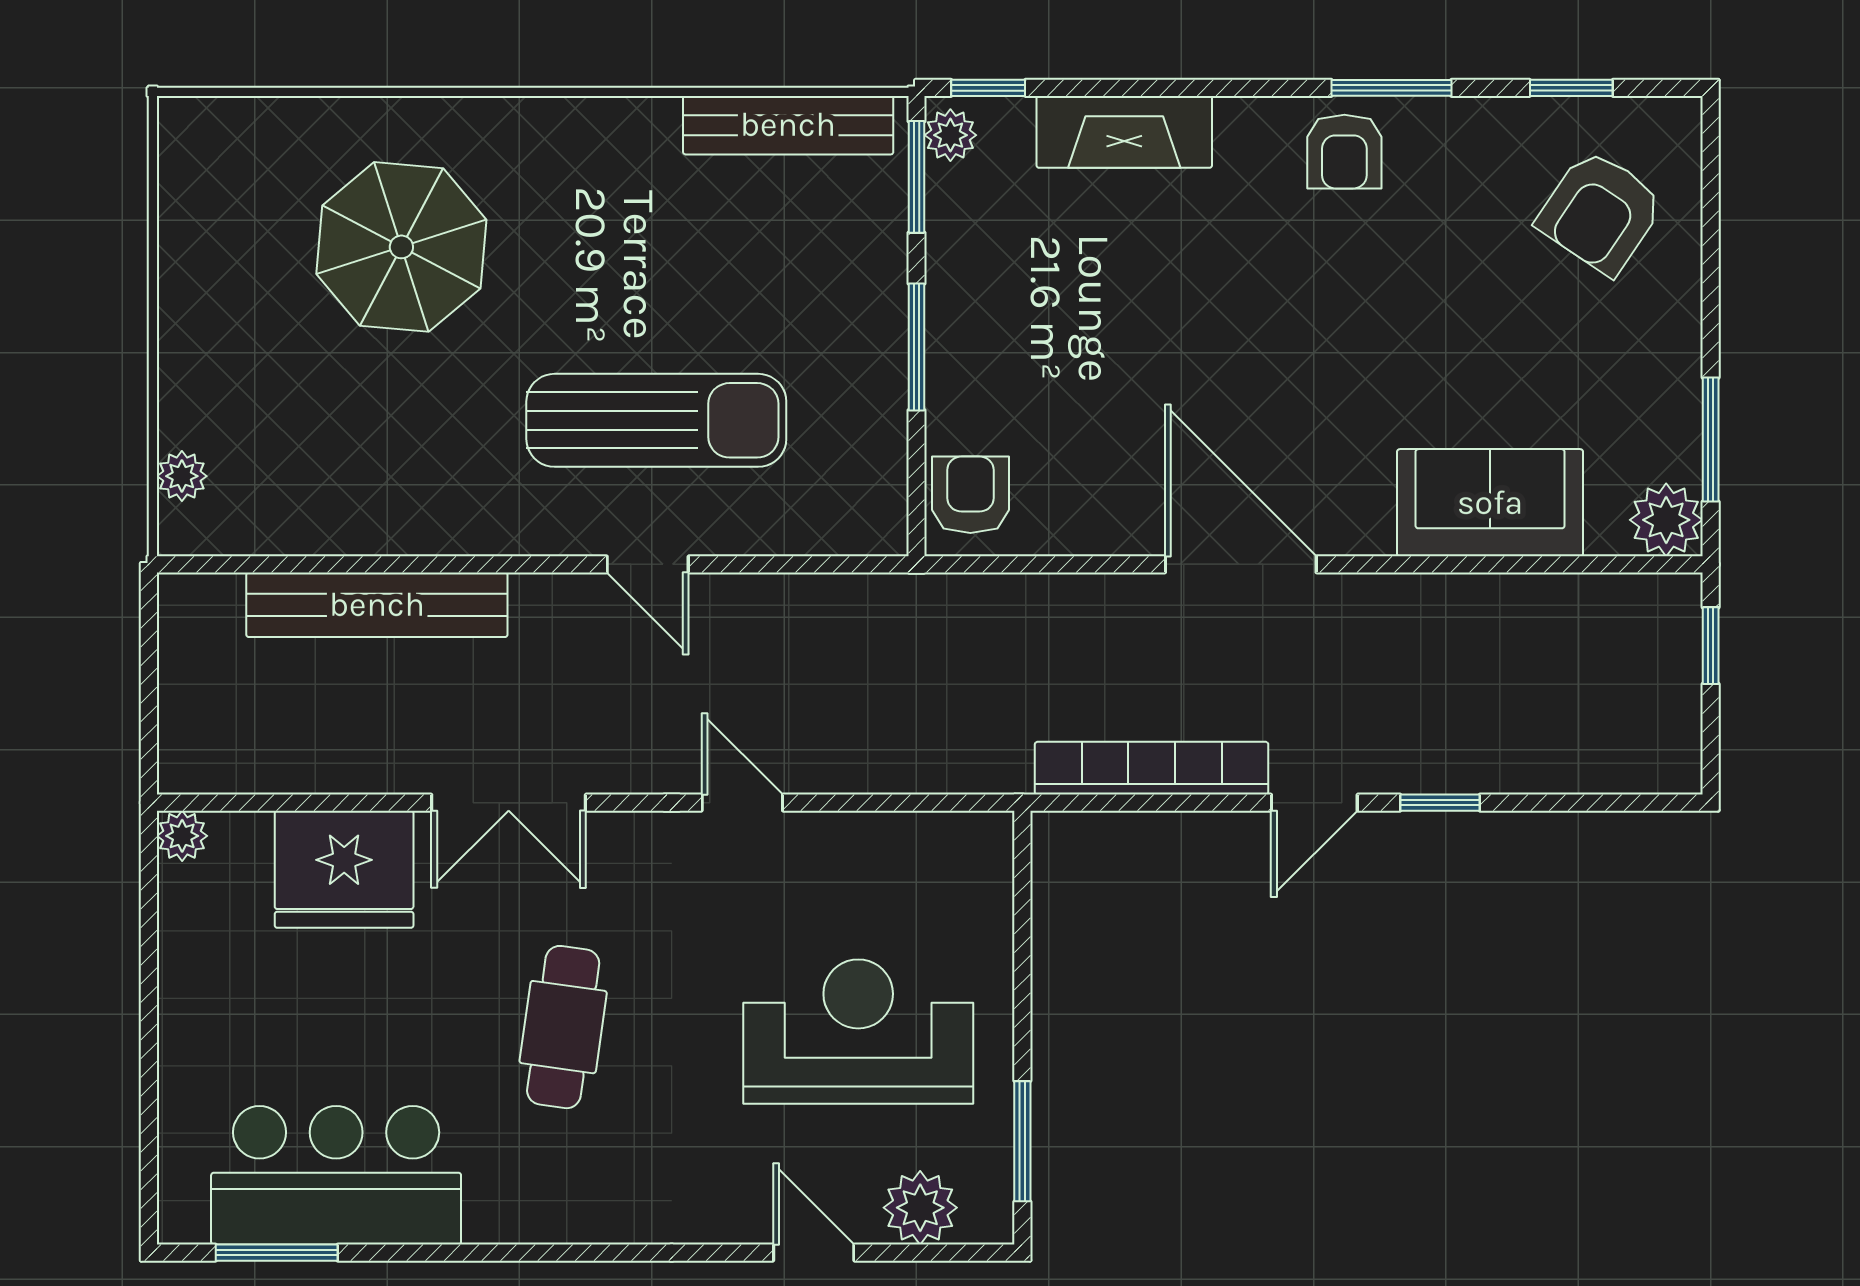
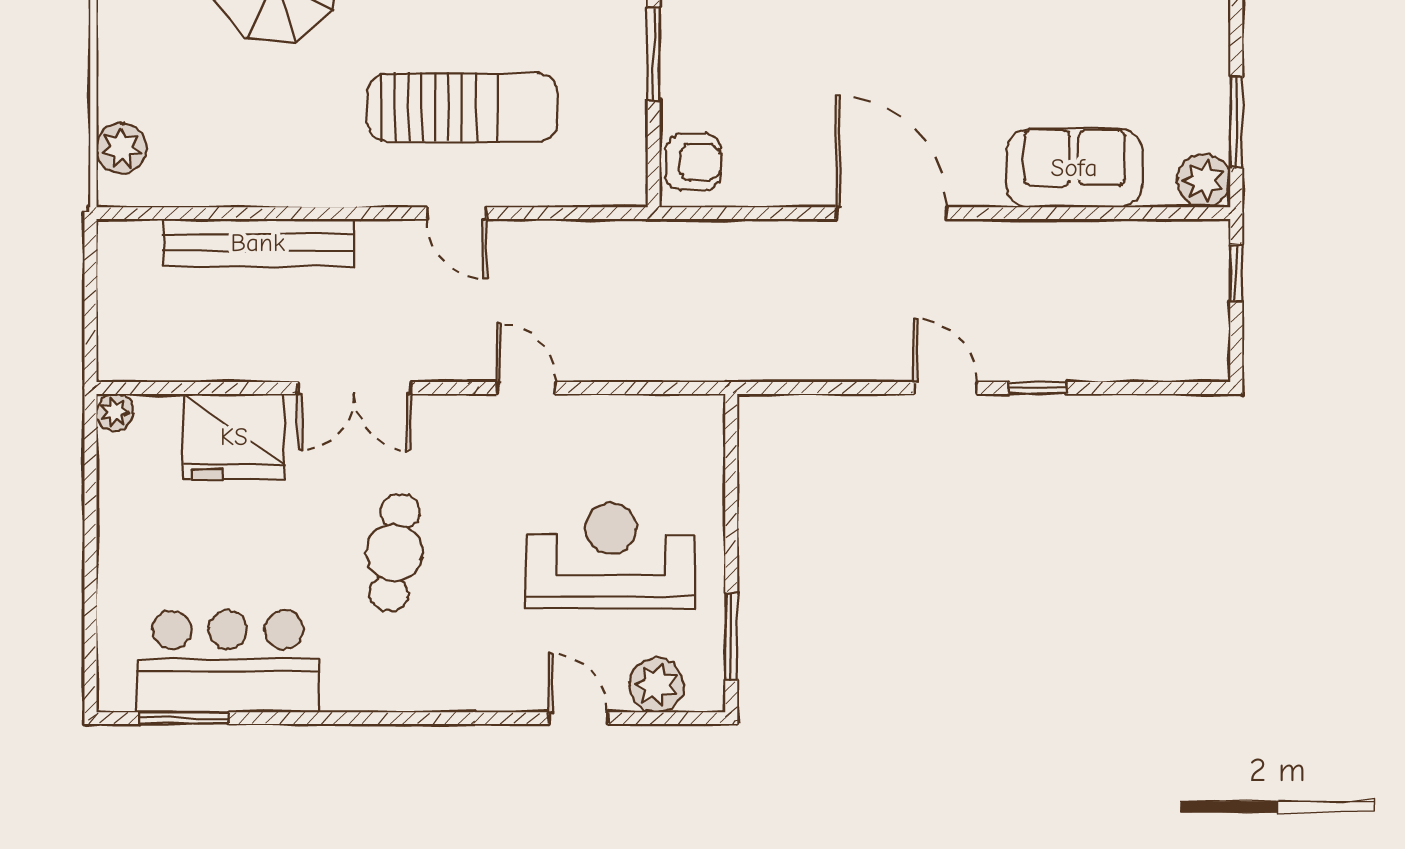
plant: (182, 476) -> (122, 148), width x1.38, depth x1.38
armchair: (970, 495) -> (693, 162), turned 90
bookcase: (1152, 768) -> (826, 363), removed
door: (1314, 803) -> (946, 388), swing flipped

